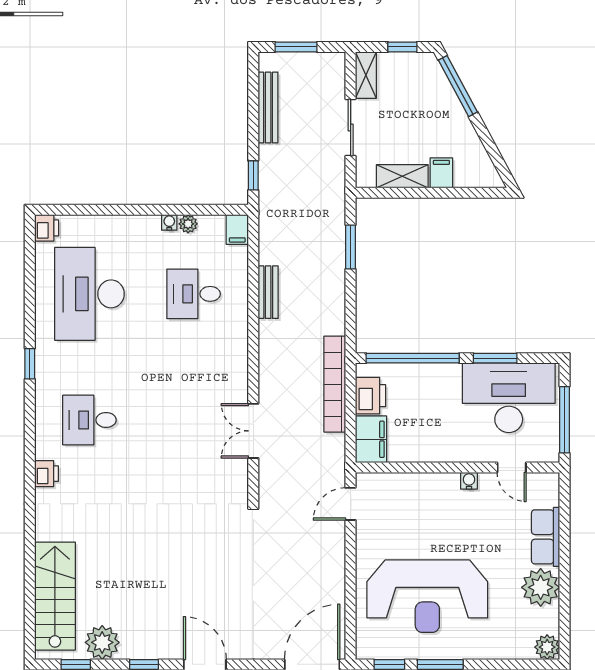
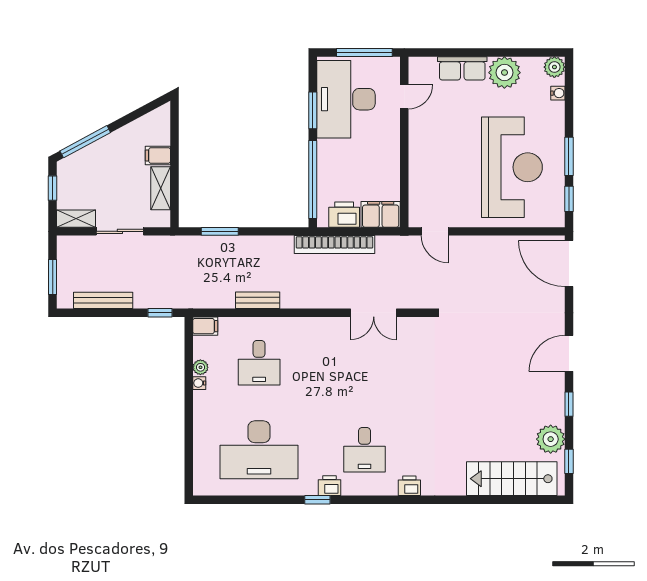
printer: (47, 228) -> (329, 486), moved
water cooler: (469, 481) -> (558, 93), moved, turned 180

